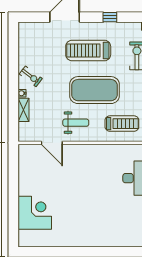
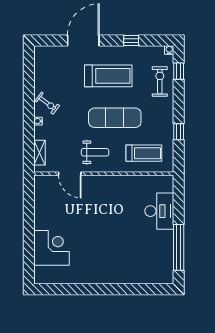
treadmill: (88, 51) -> (108, 76), turned 180
exercise mat: (94, 90) -> (115, 118), width x0.68
shelving: (23, 110) -> (40, 153), moved

